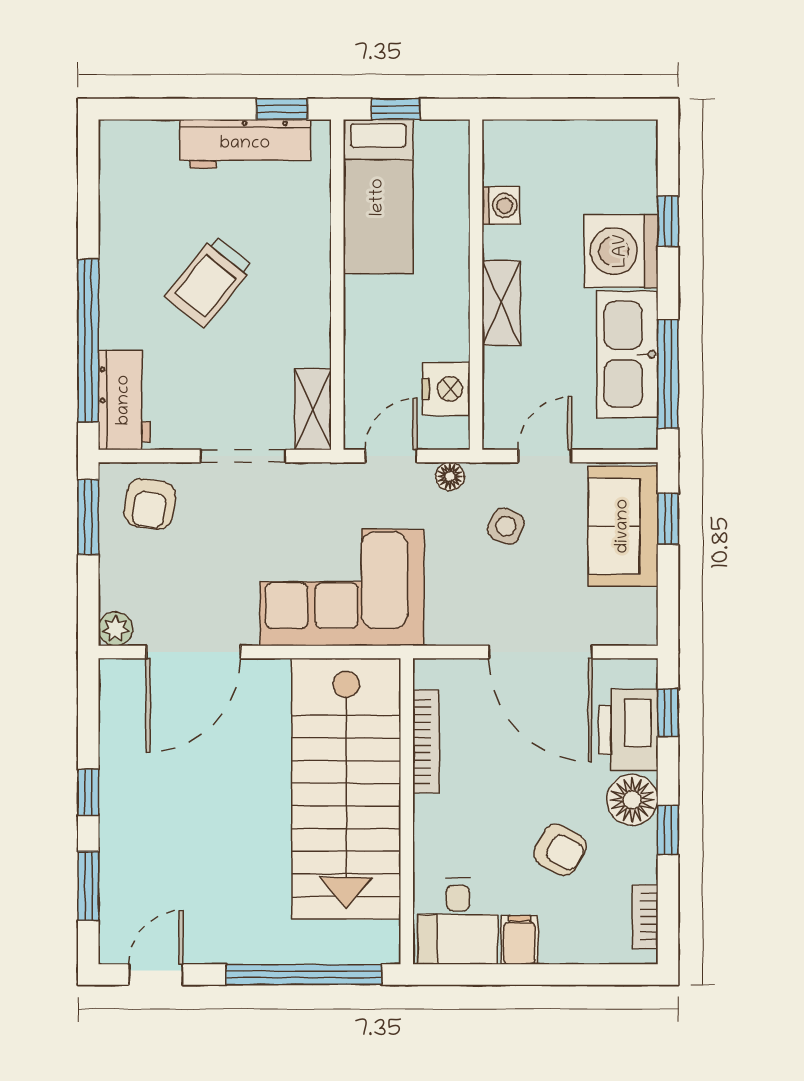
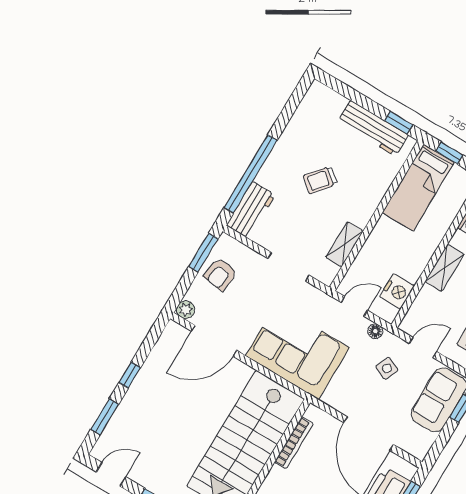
trolley: (209, 282) -> (320, 180), width x0.73, depth x0.72
shelving: (313, 409) -> (345, 244), moved
armchair: (150, 504) -> (220, 274), moved

